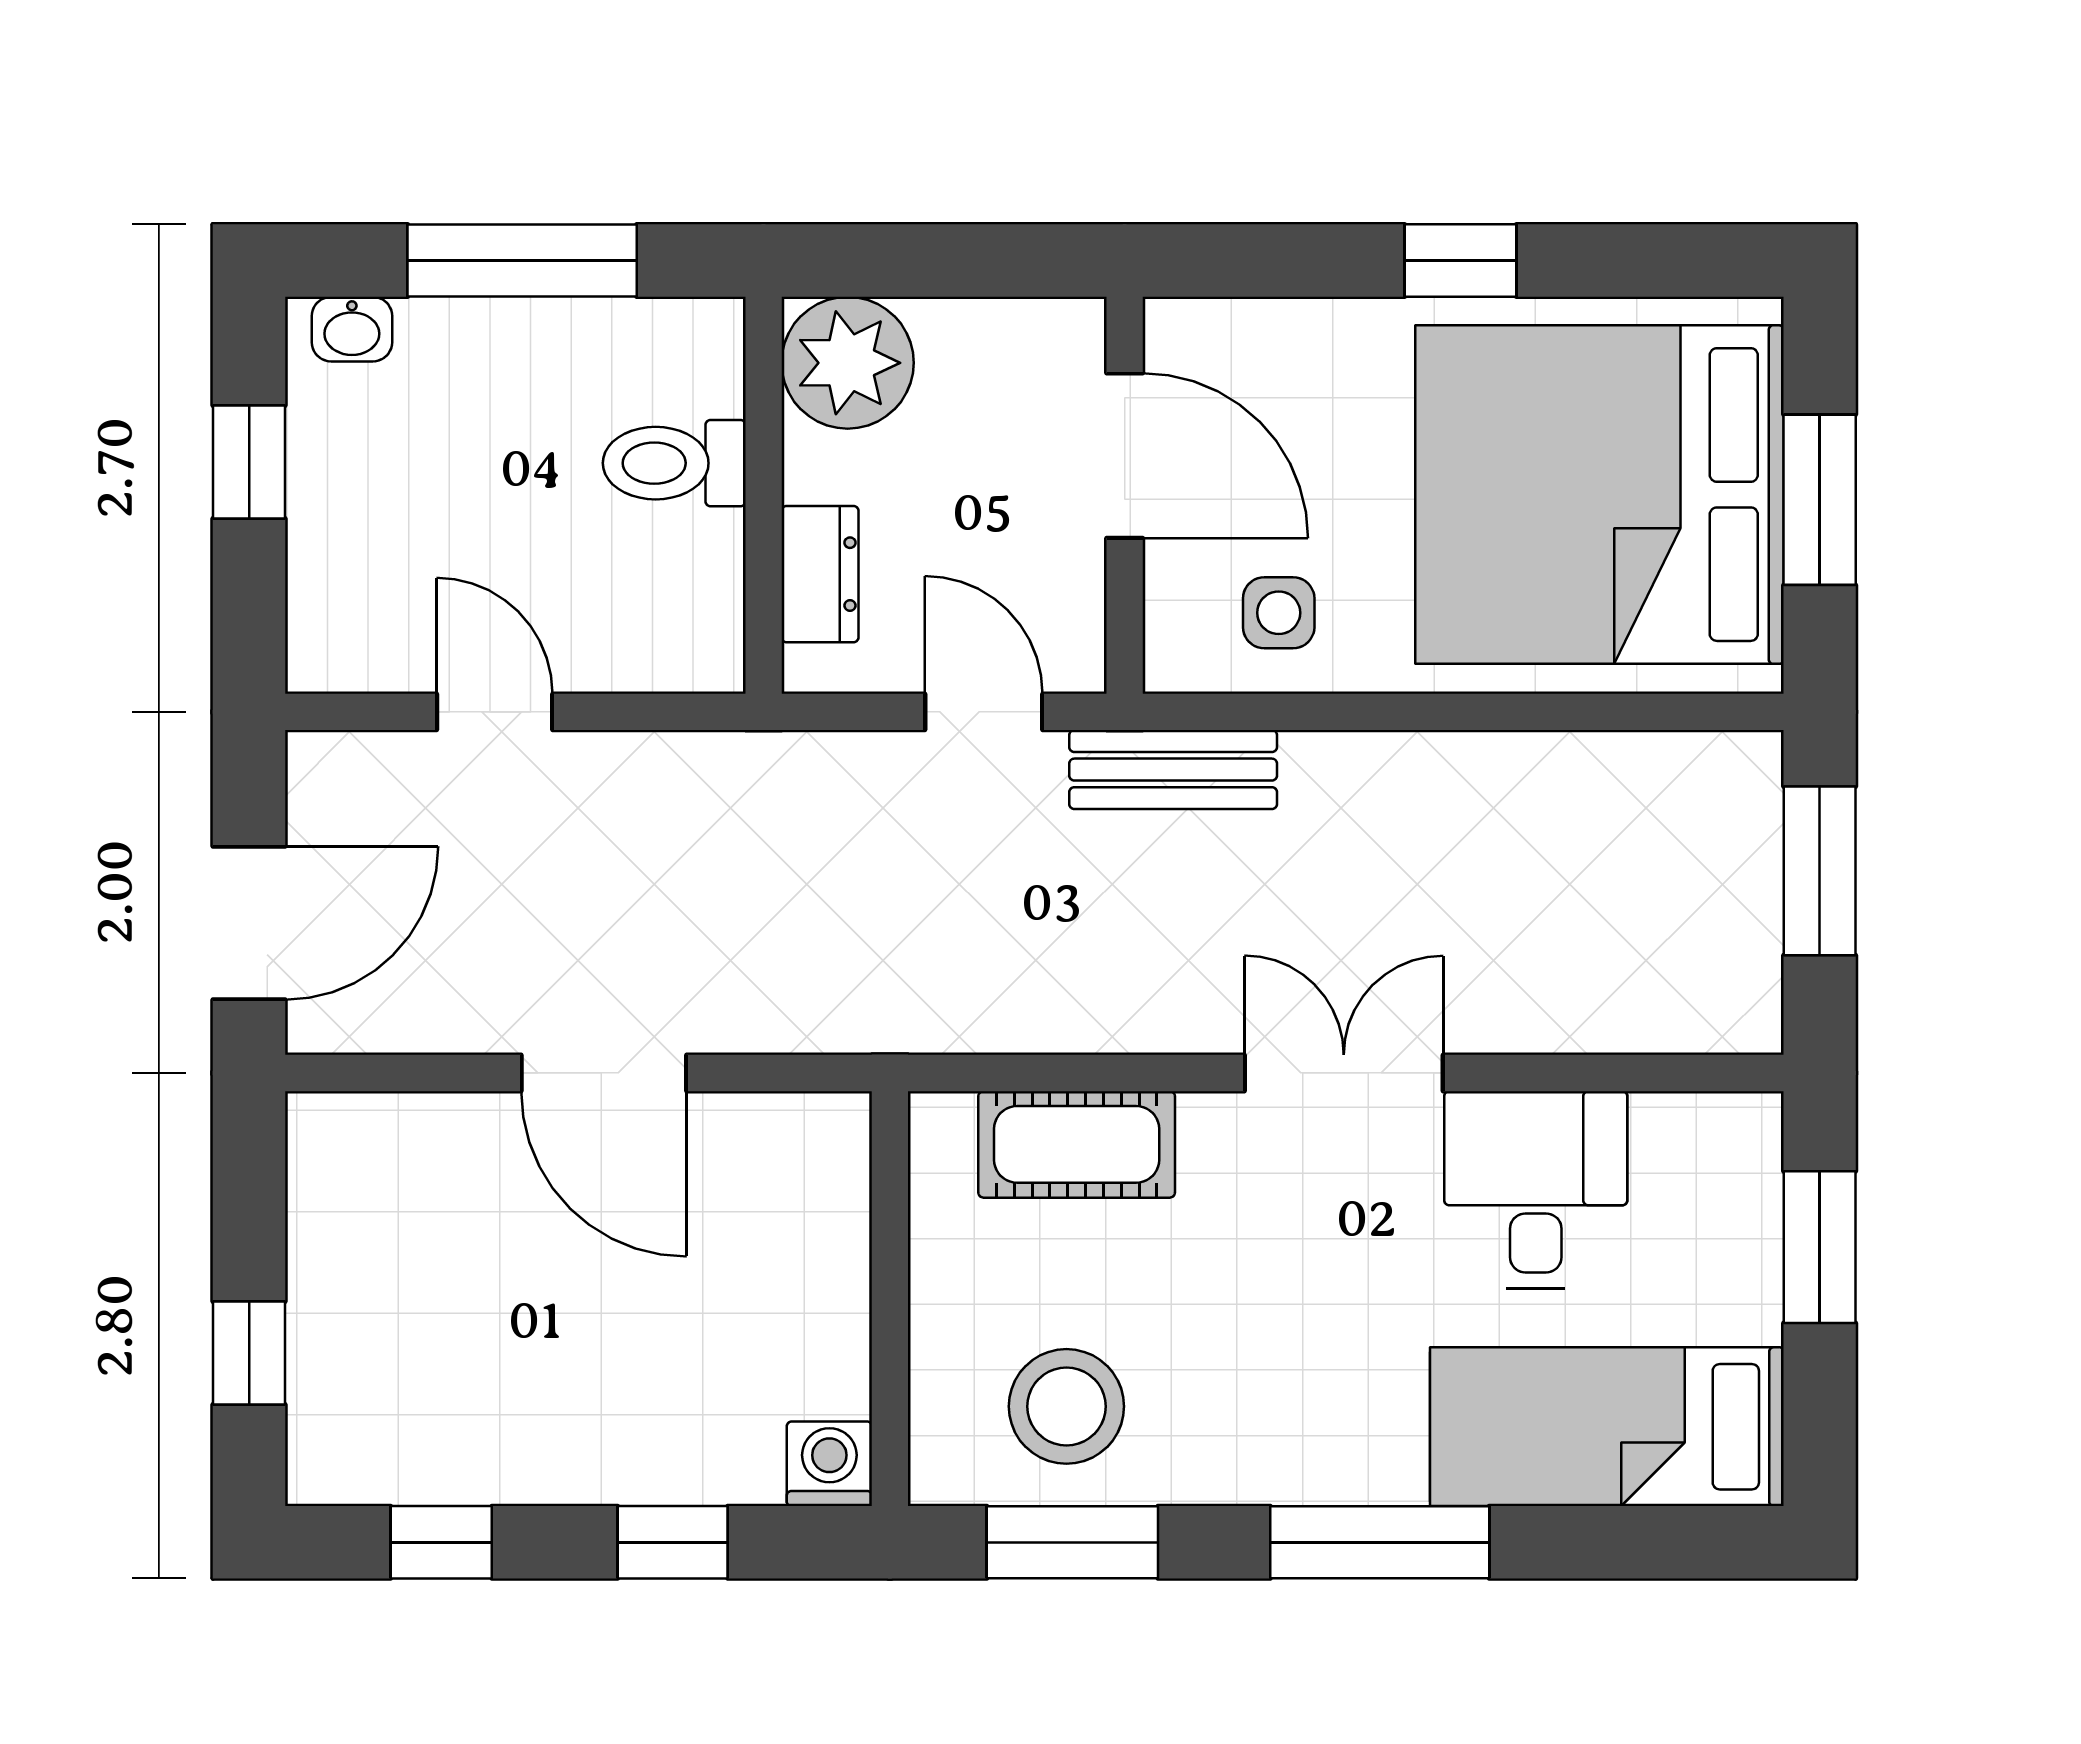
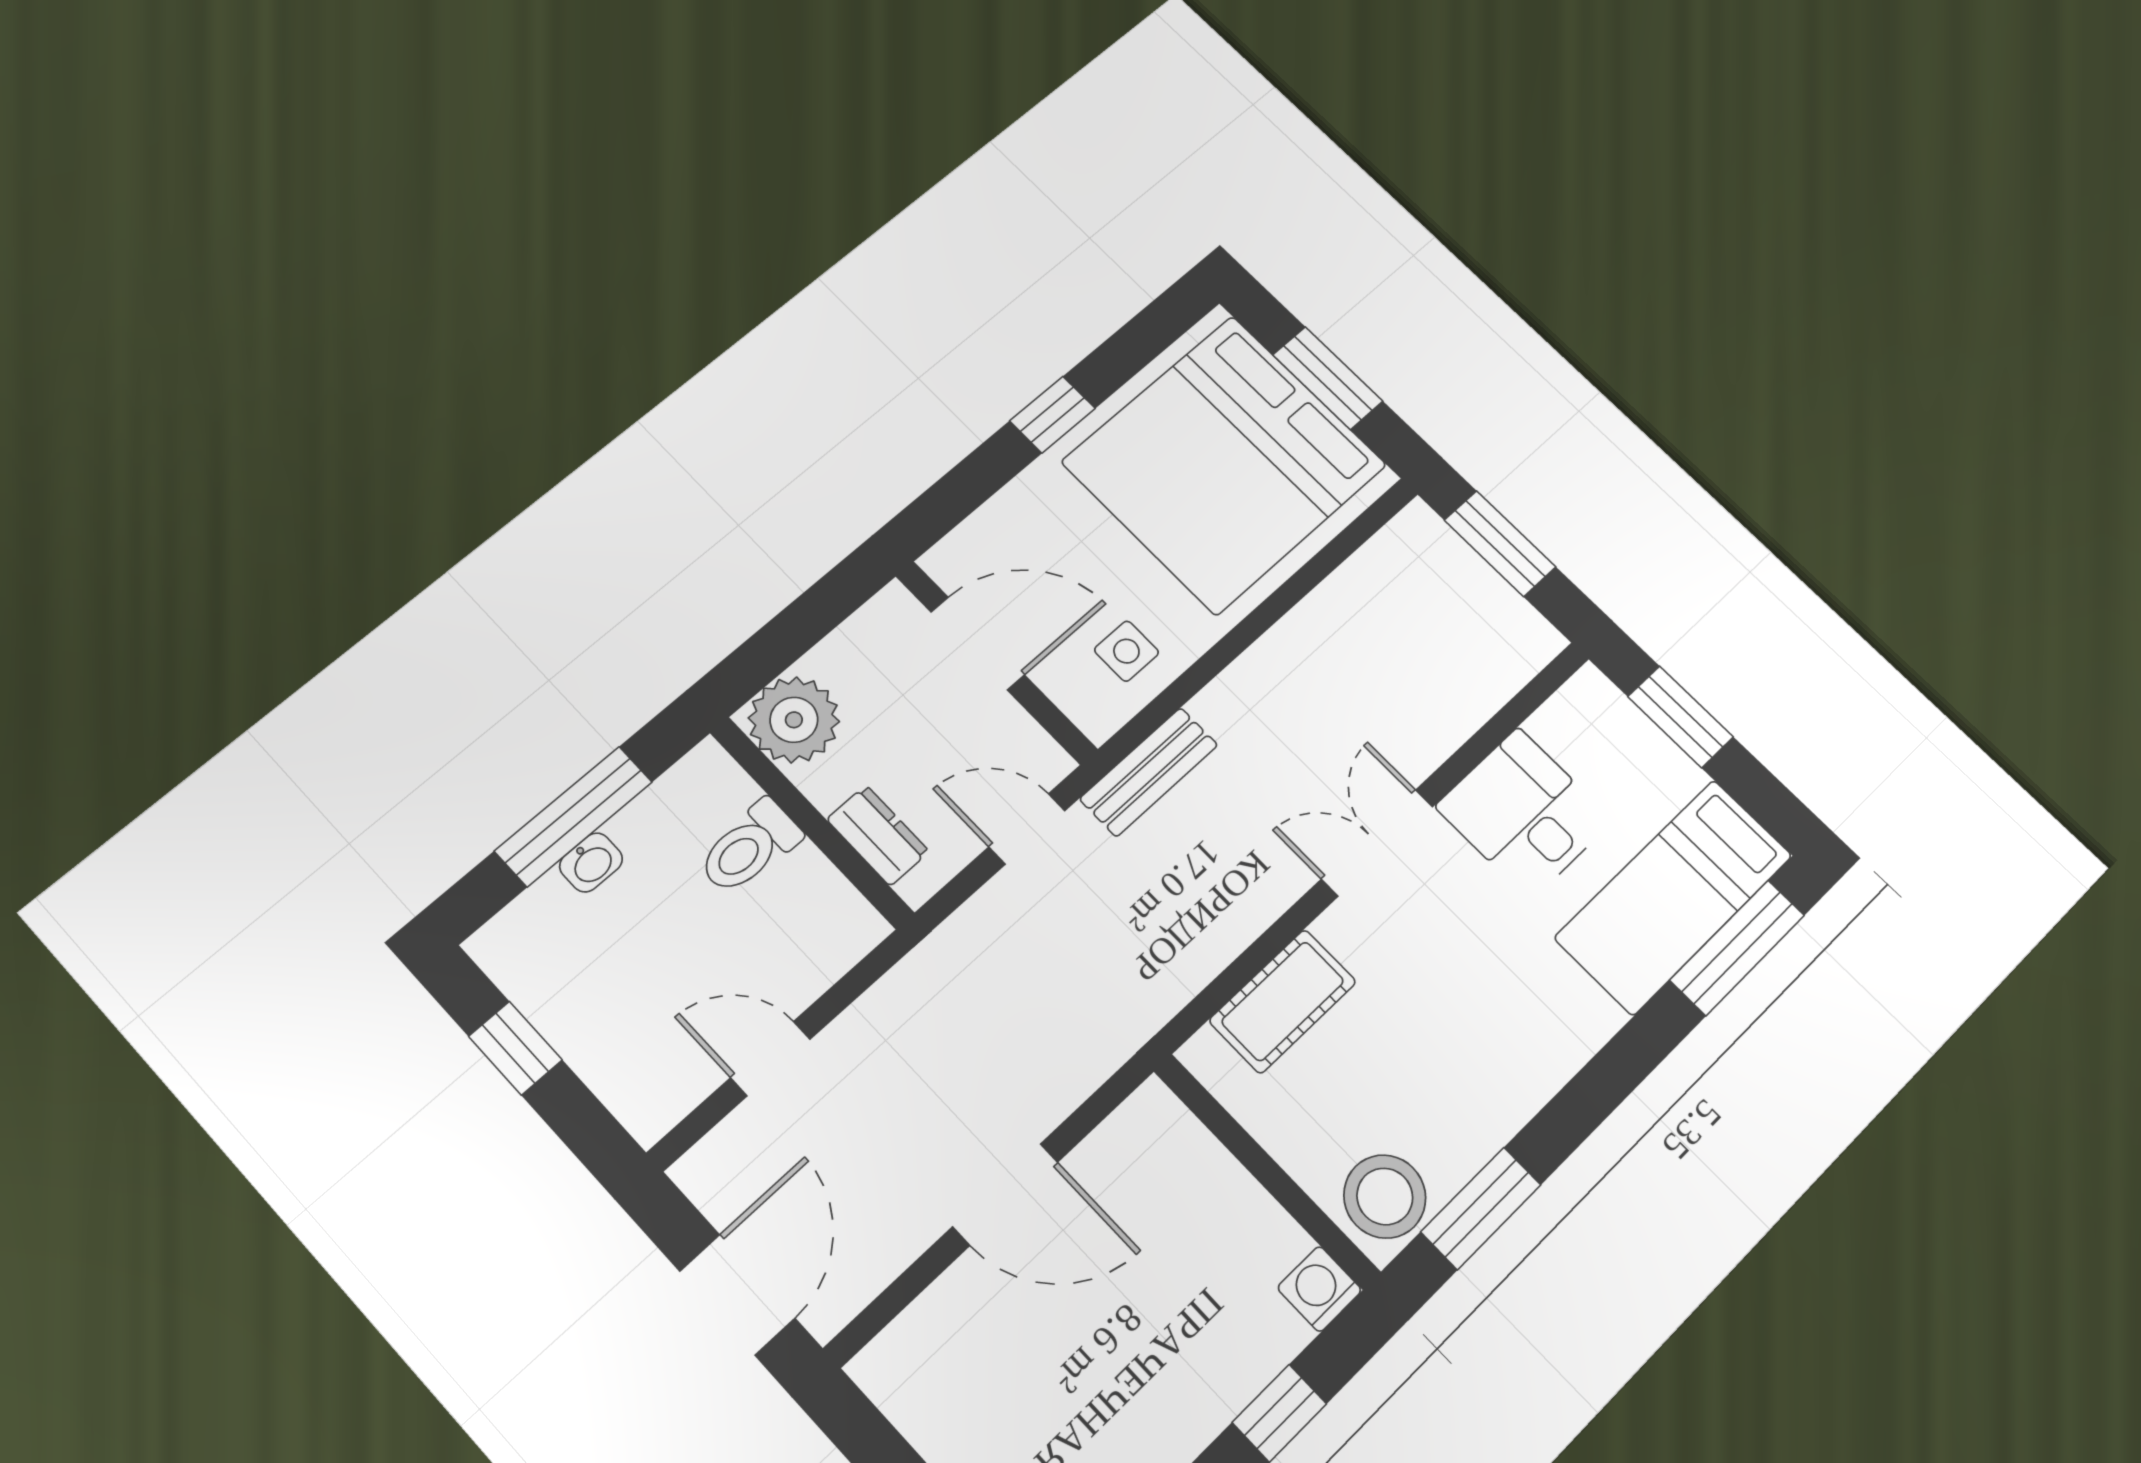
washbasin: (352, 329) -> (591, 862), moved
stool: (1066, 1406) -> (1385, 1196), moved
window: (1380, 1542) -> (1737, 948), moved

